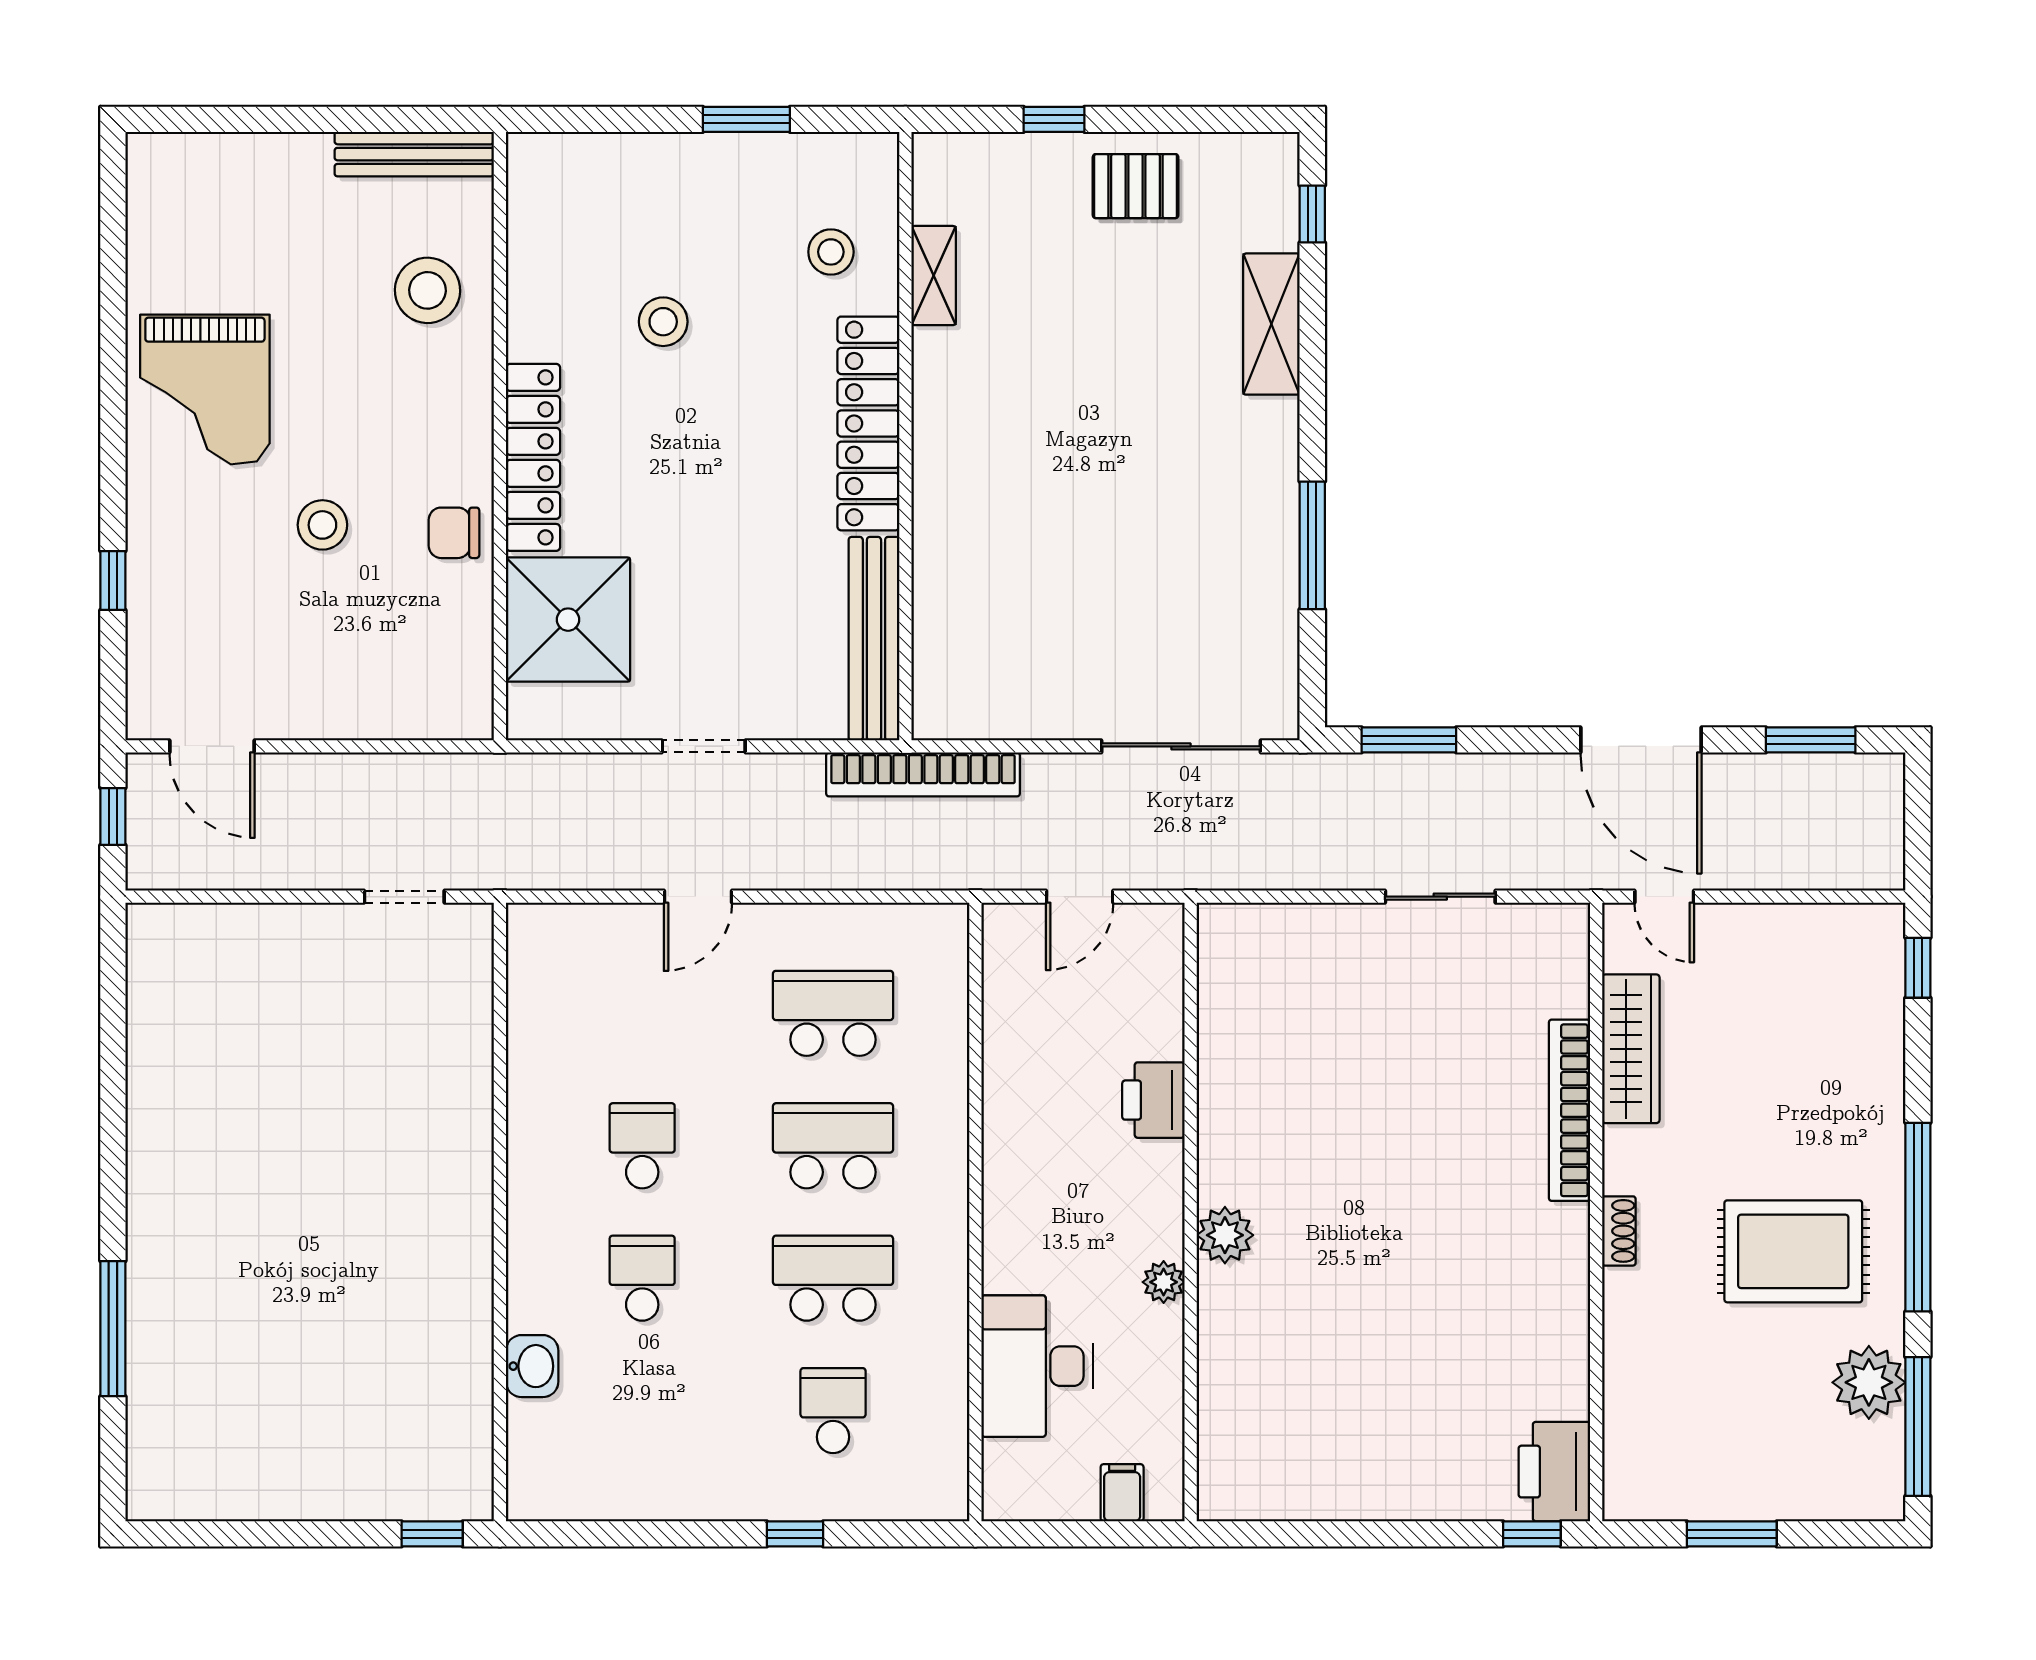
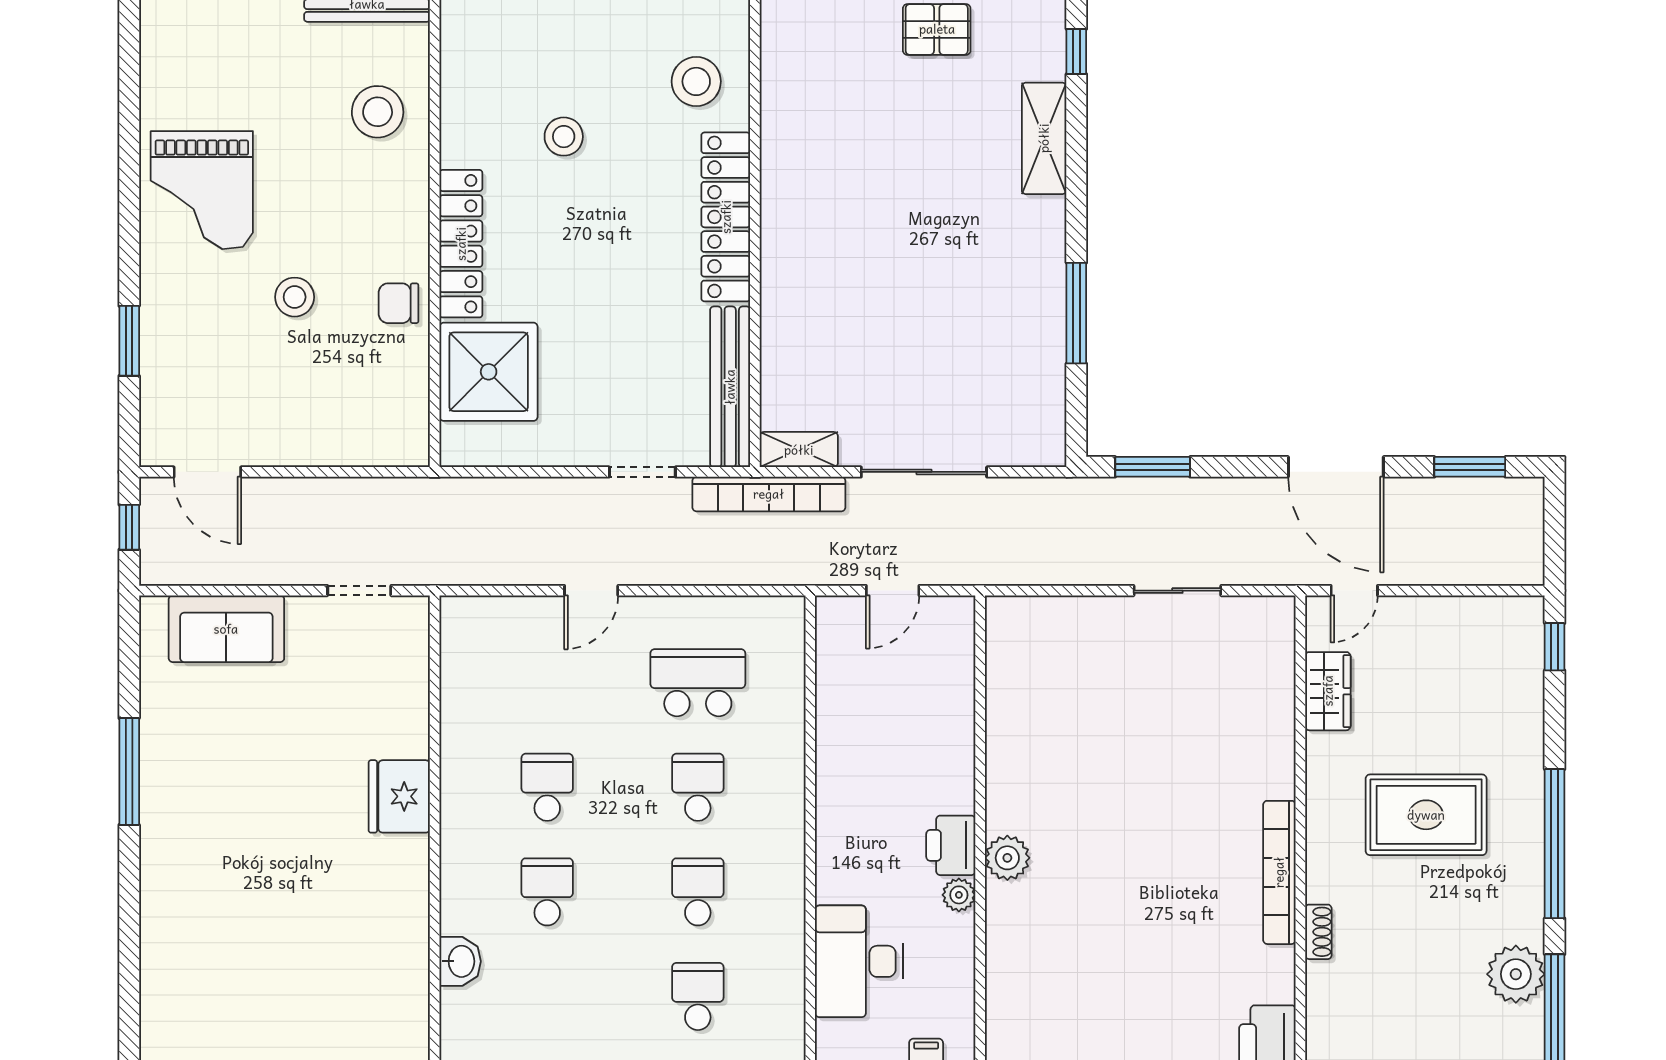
stool: (831, 252) -> (696, 81), width x1.38, depth x1.38
shelving: (934, 276) -> (799, 450), moved, turned 90
window: (113, 580) -> (129, 341), width x1.50
doorway: (704, 746) -> (642, 472), moved
sliding door: (1181, 746) -> (924, 472), moved
door: (1664, 897) -> (1354, 591), hinge flipped
sofa: (236, 945) -> (226, 629), added
wardrobe: (1631, 1049) -> (1328, 691), width x0.67
printer: (1153, 1100) -> (951, 845), moved
bookcase: (1569, 1110) -> (1279, 872), moved
school desk: (833, 1146) -> (698, 787), width x0.54
fridge: (455, 1157) -> (399, 796), added
shoe rack: (1619, 1231) -> (1318, 932), moved
rug: (1793, 1251) -> (1426, 815), moved
school desk: (833, 1278) -> (698, 892), width x0.54
window: (113, 1329) -> (129, 772), moved

